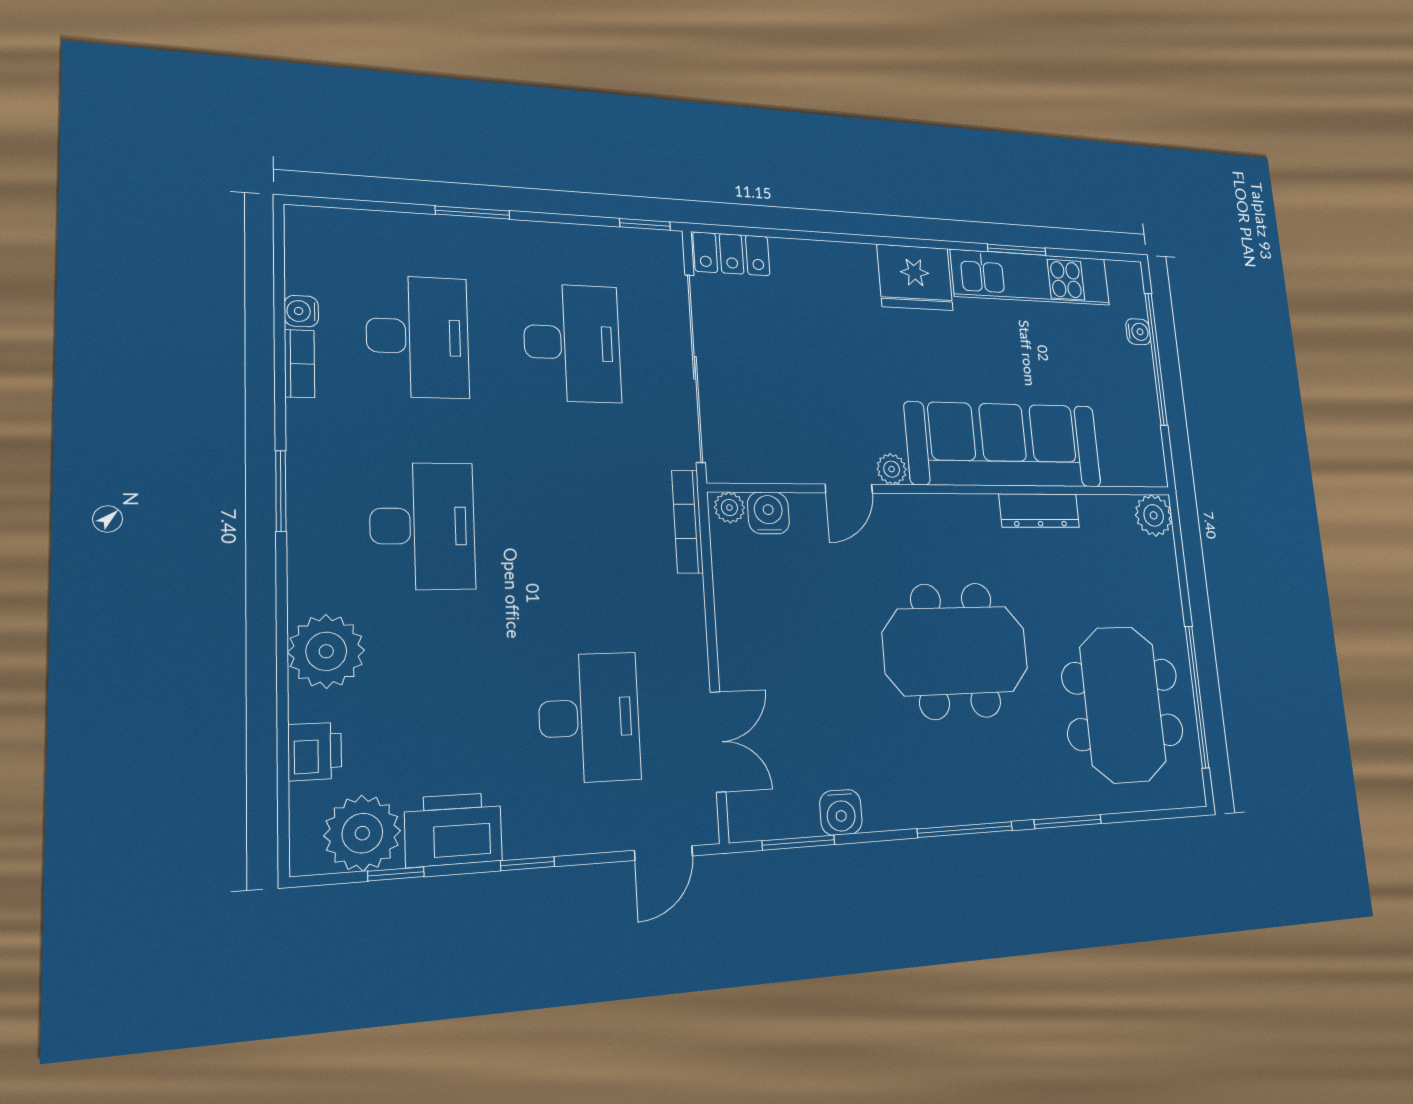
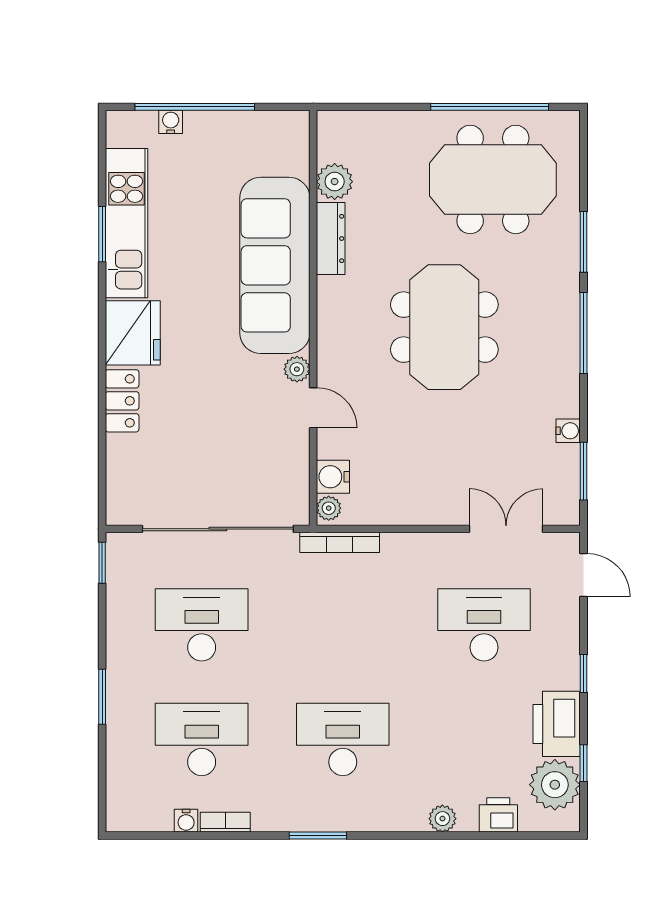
locker: (732, 254) -> (122, 401), moved
plant: (1154, 515) -> (335, 182), moved
plant: (326, 651) -> (442, 819), width x0.53, depth x0.53
water cooler: (841, 812) -> (568, 431), width x0.72, depth x0.72

